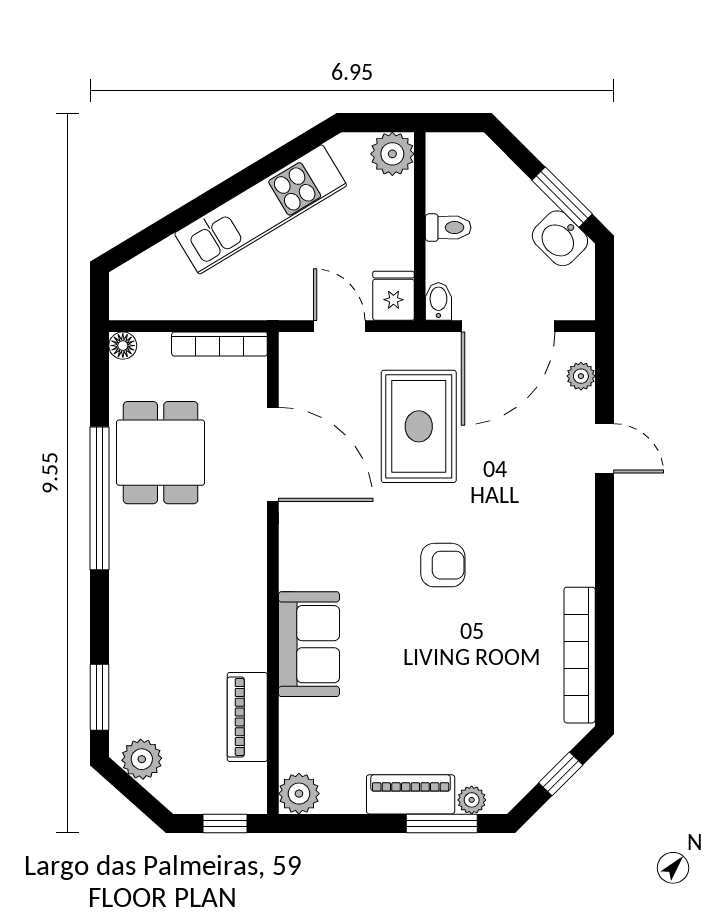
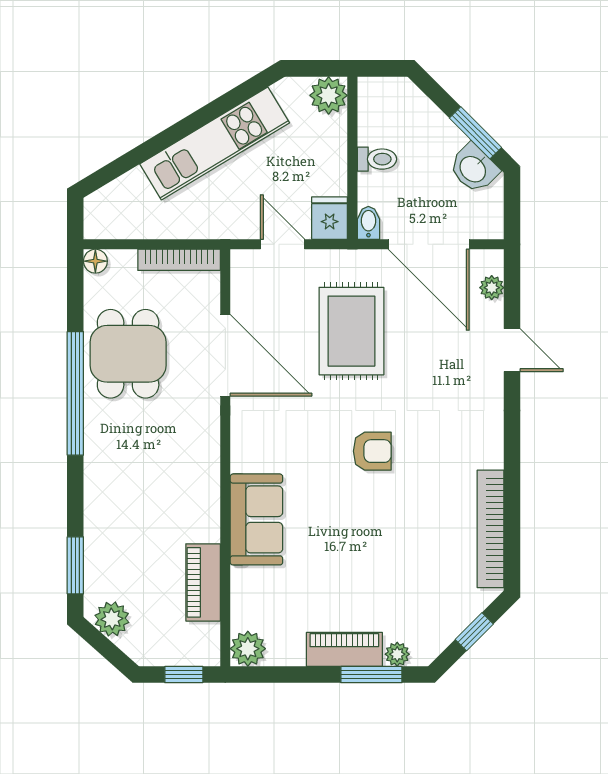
door: (508, 326) -> (429, 244), hinge flipped

